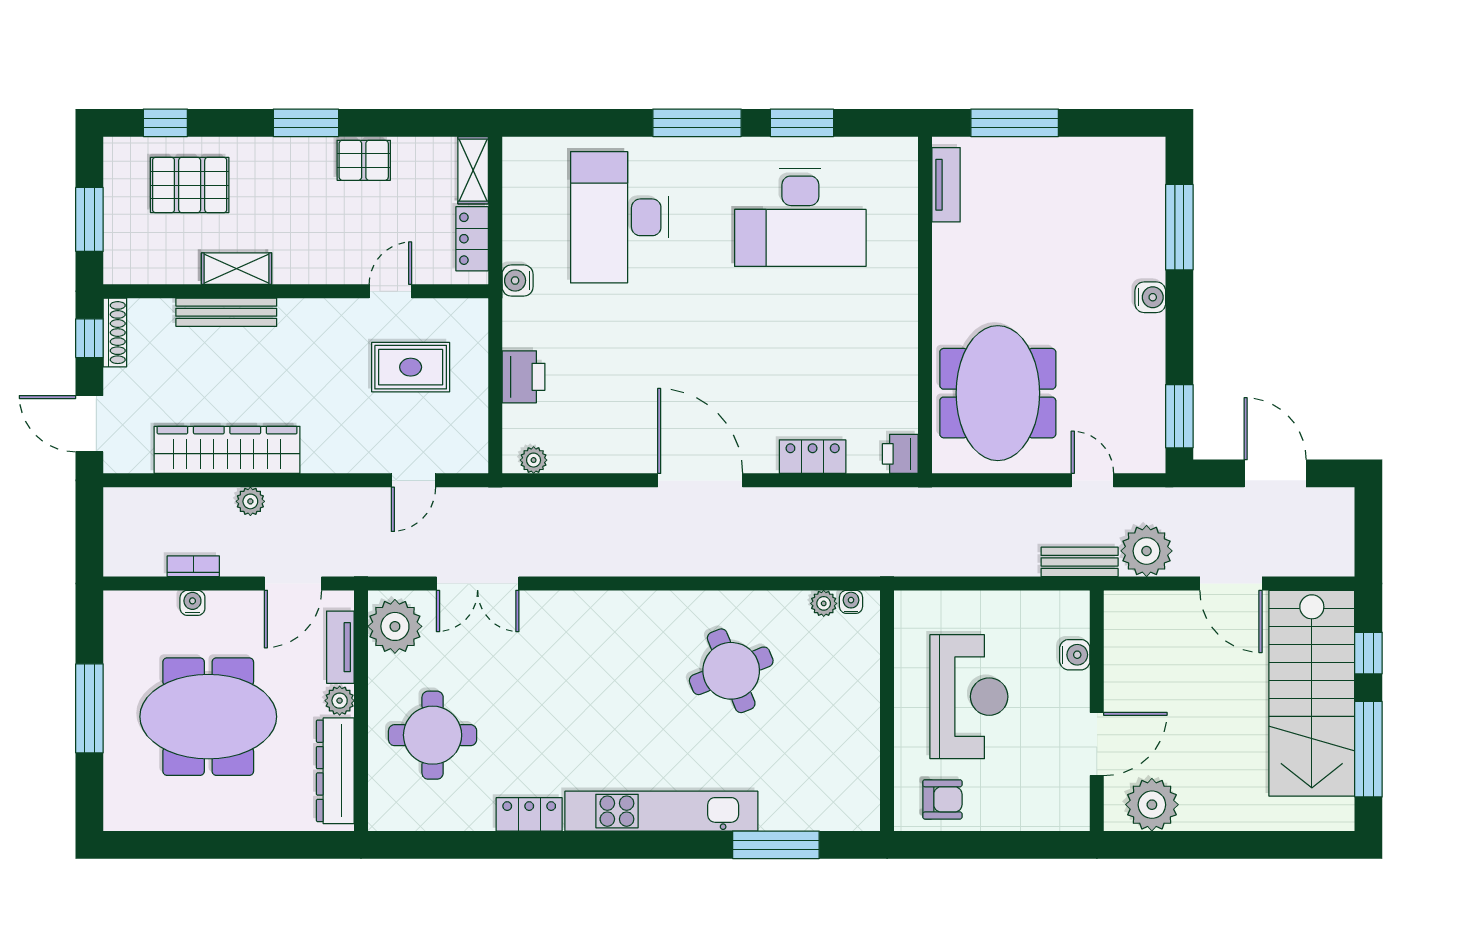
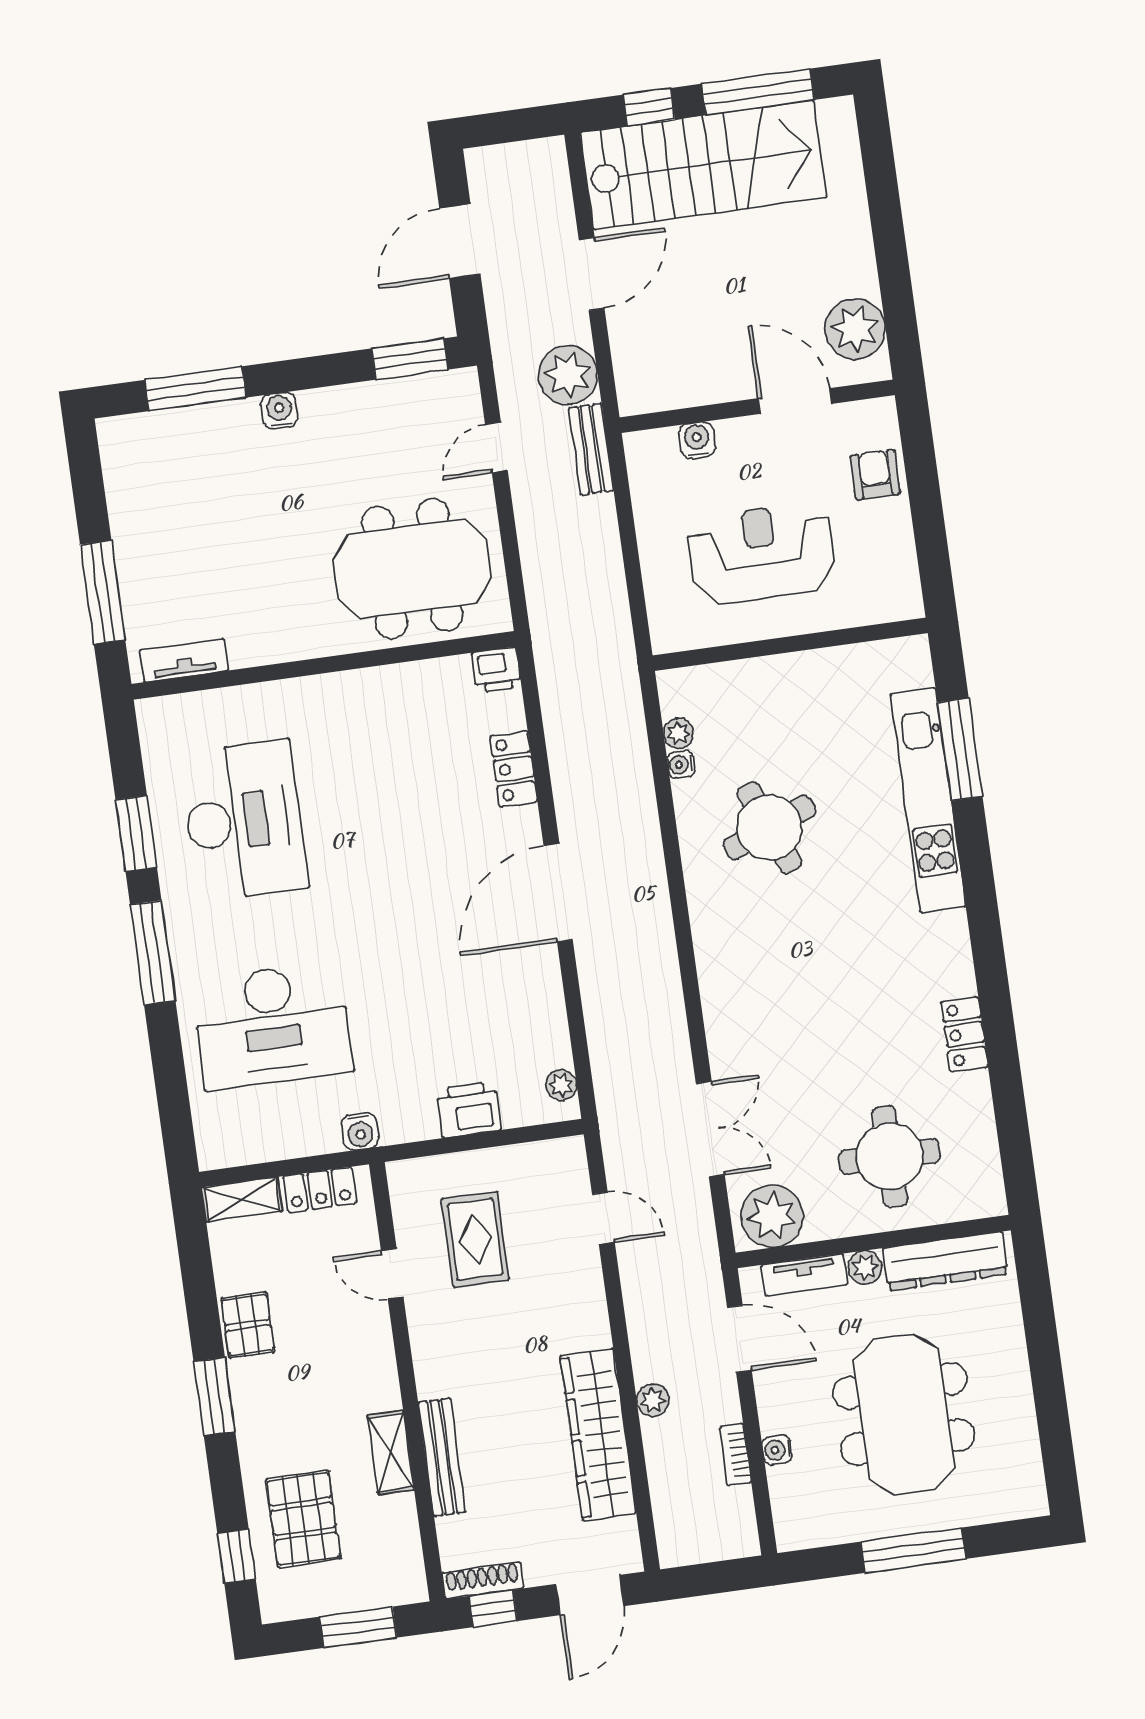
water cooler: (851, 602) -> (681, 764), moved
armchair: (942, 799) -> (875, 475), moved
kitchen unit: (661, 811) -> (928, 800), moved

